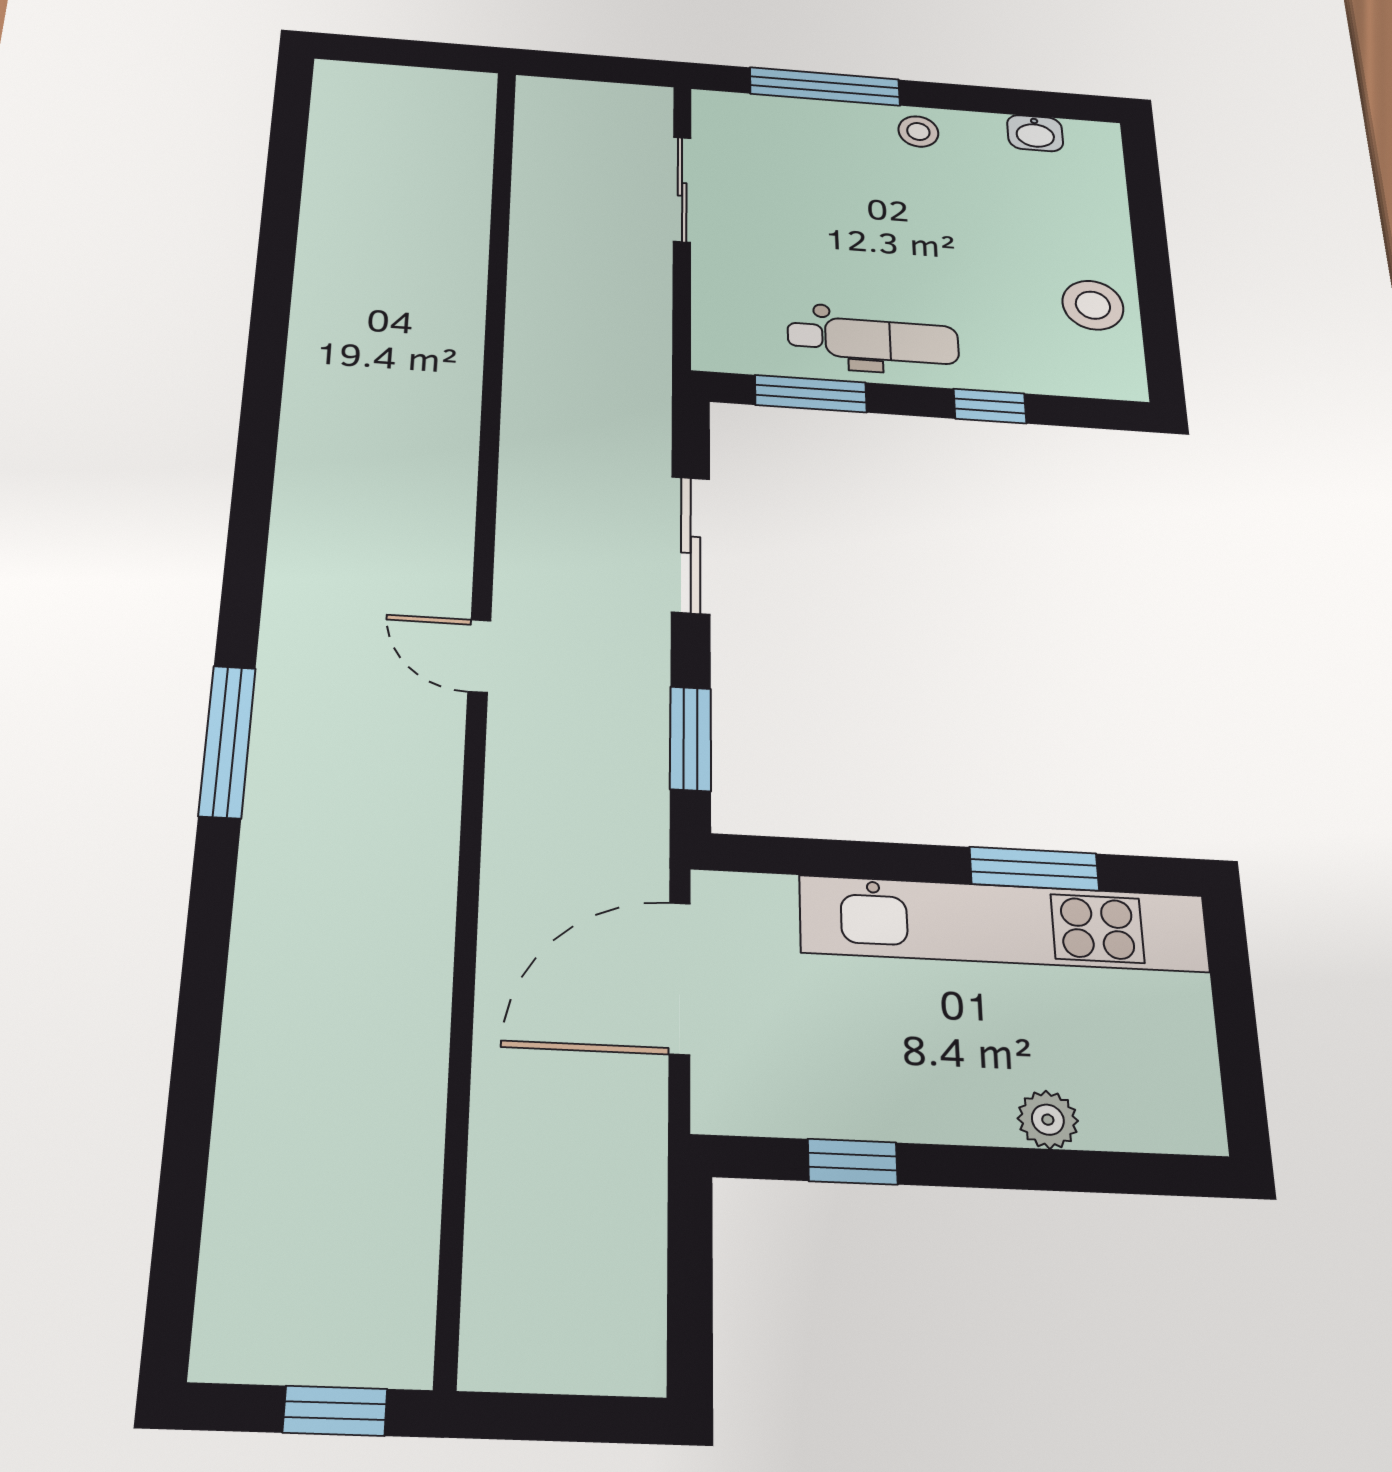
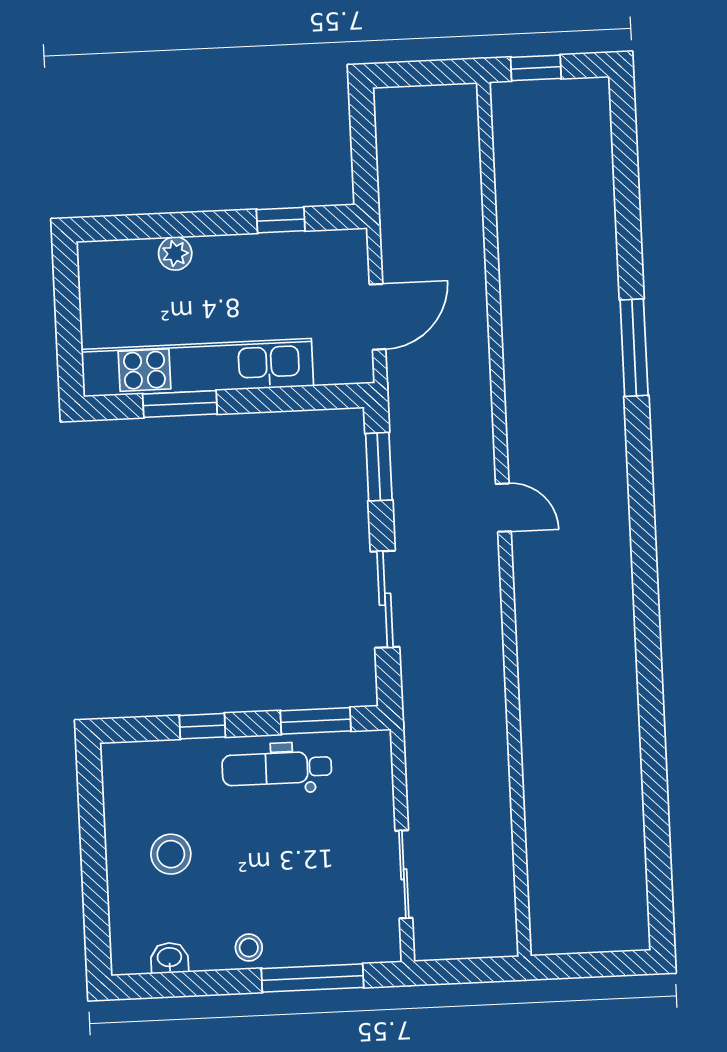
stool: (1093, 305) -> (171, 854), moved
window: (227, 741) -> (634, 348), moved
door: (680, 978) -> (378, 317), width x0.73

